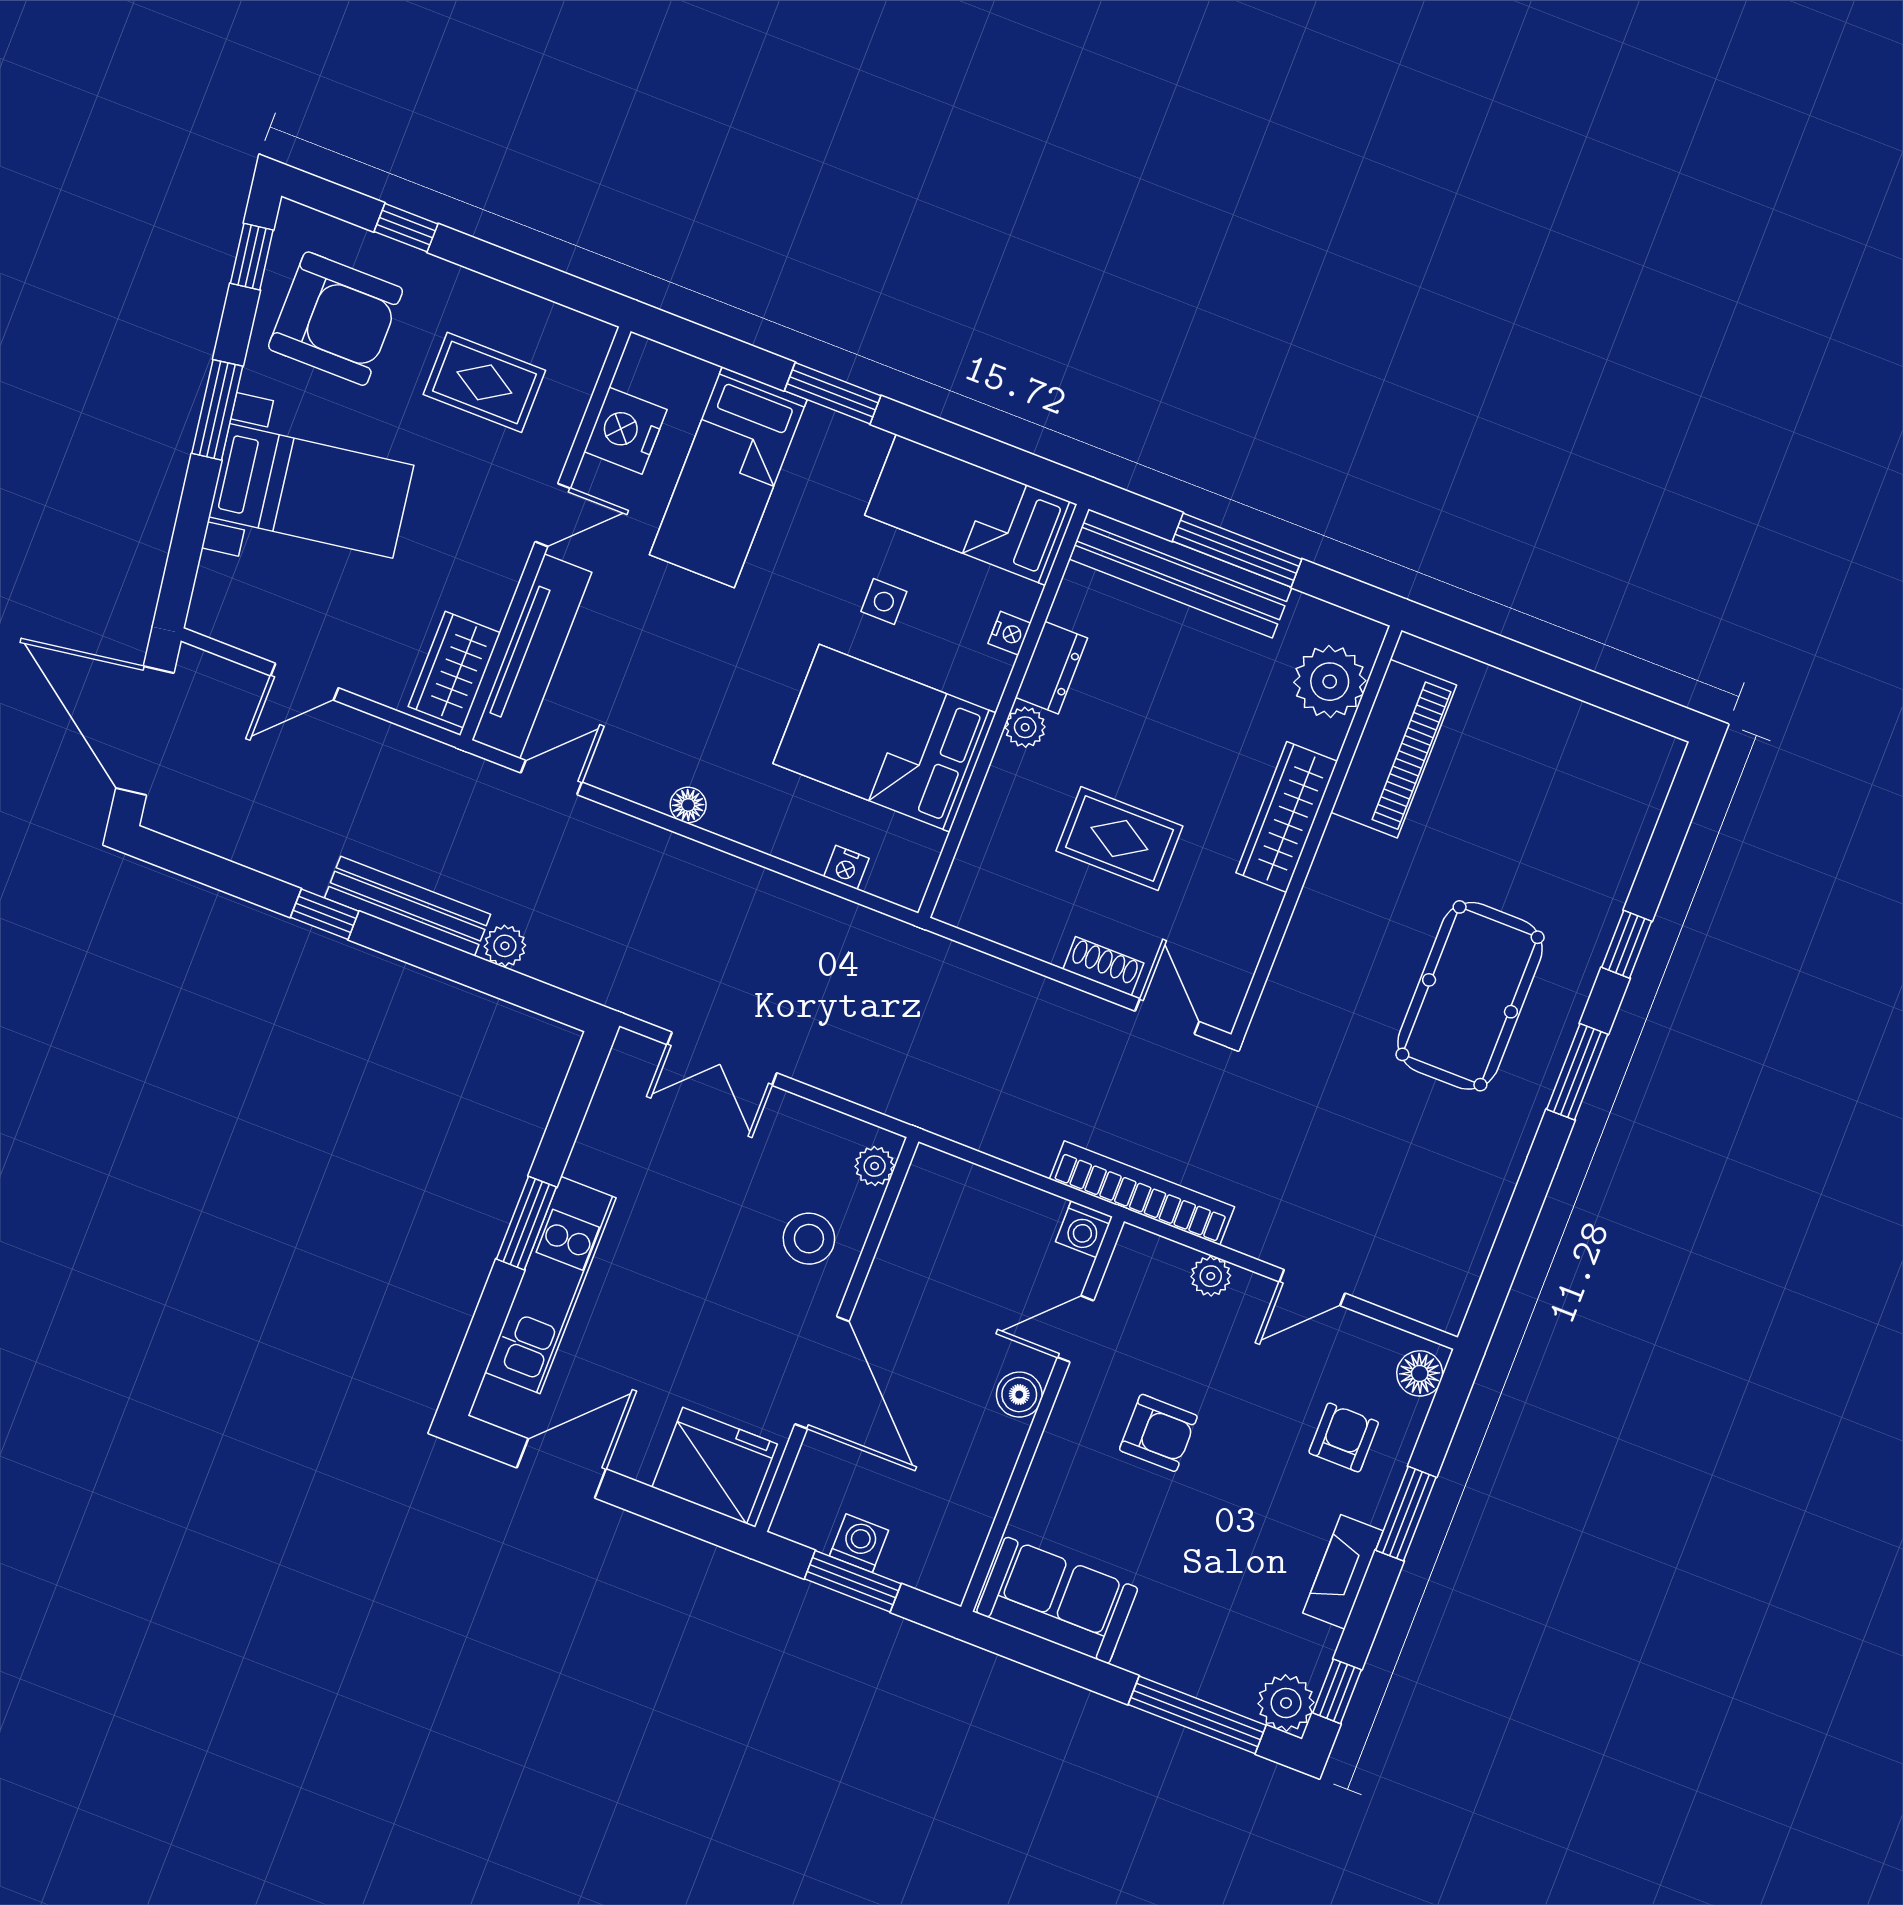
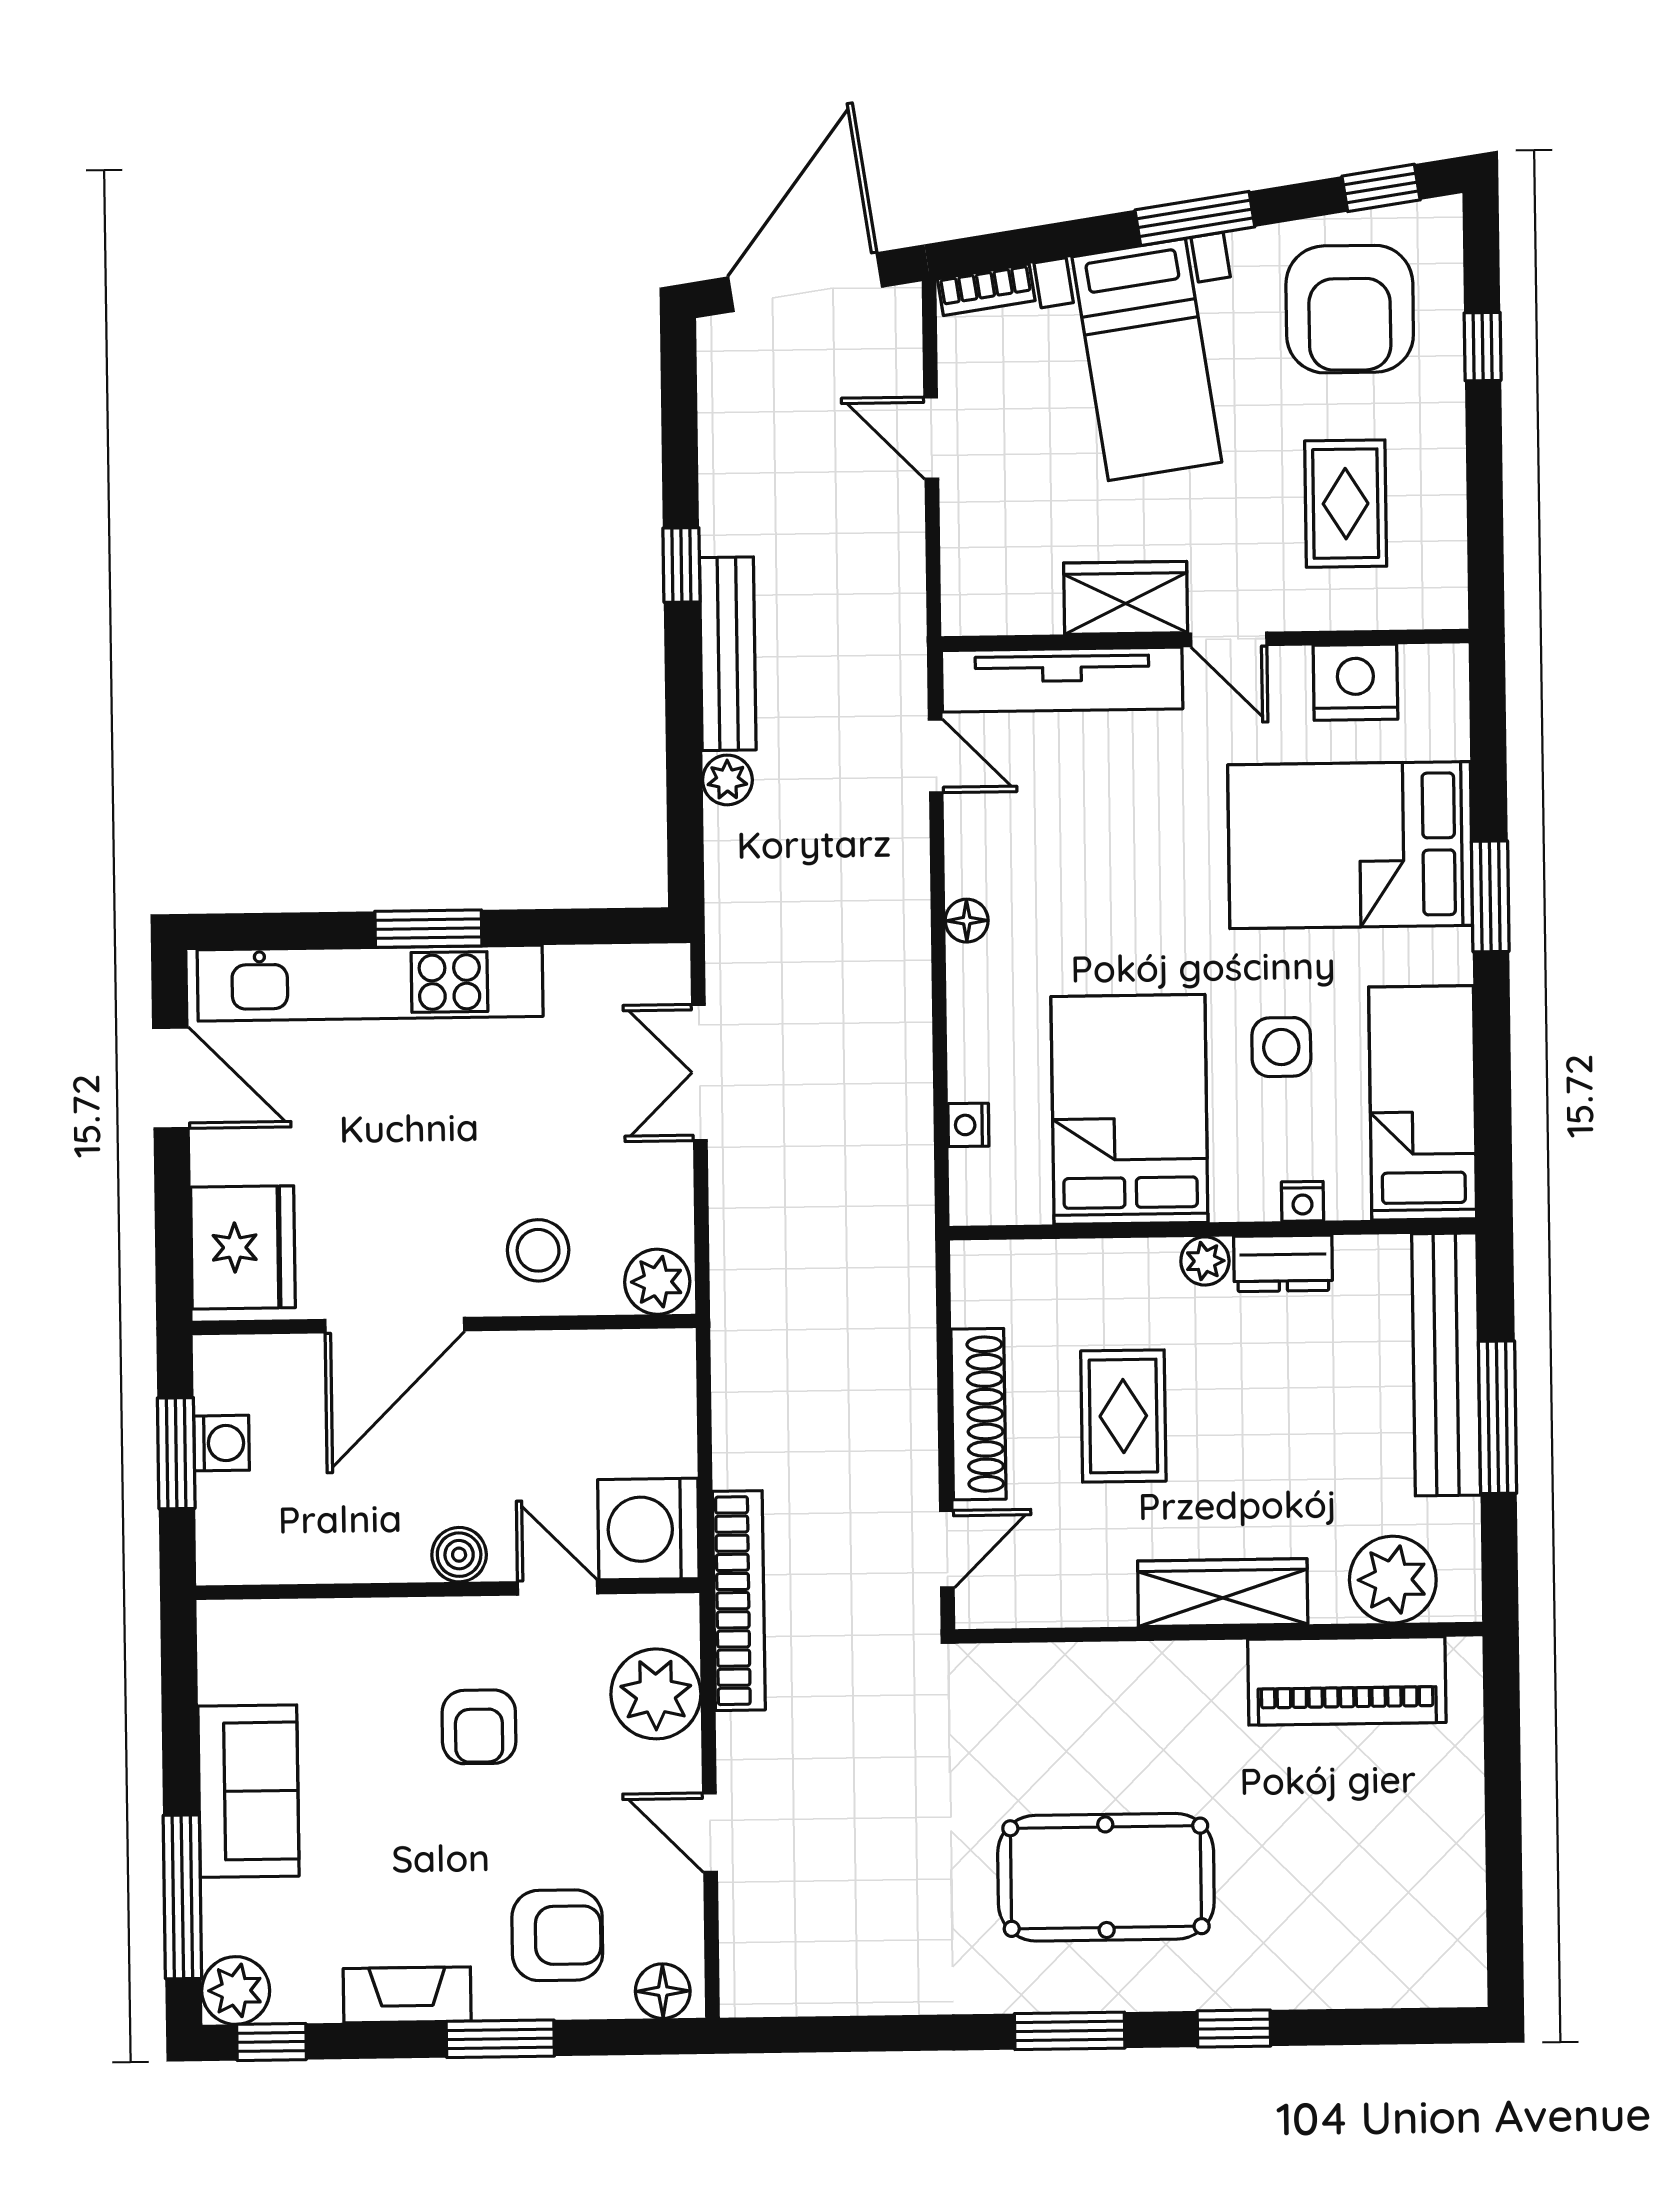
bed: (728, 477) -> (1350, 845), width x1.50
bookcase: (207, 593) -> (986, 290), added
side table: (884, 602) -> (1281, 1047), width x1.37, depth x1.37
wardrobe: (454, 670) -> (1126, 598), moved
shoe rack: (1103, 966) -> (978, 1414), width x1.94, depth x1.24
plant: (875, 1166) -> (657, 1282), width x1.38, depth x1.38
washing machine: (1084, 1229) -> (648, 1529), width x1.89, depth x1.89
plant: (1211, 1276) -> (656, 1694), width x1.88, depth x1.88
kitchen unit: (550, 1285) -> (370, 983), width x1.36
armchair: (1344, 1437) -> (557, 1935), width x1.38, depth x1.38
sofa: (1057, 1600) -> (248, 1791), moved

